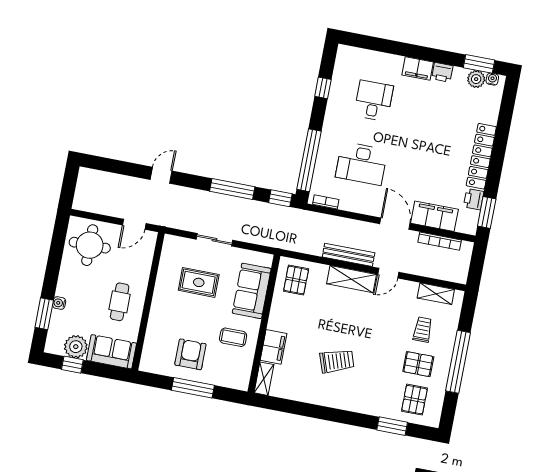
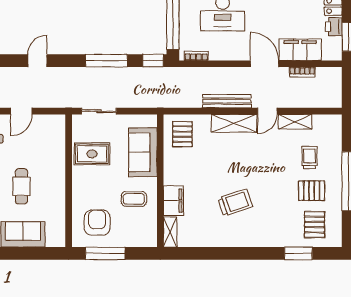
bookcase: (440, 241) -> (302, 72), width x0.64
shelving: (436, 294) -> (295, 122), moved
wall: (148, 301) -> (69, 181), moved

